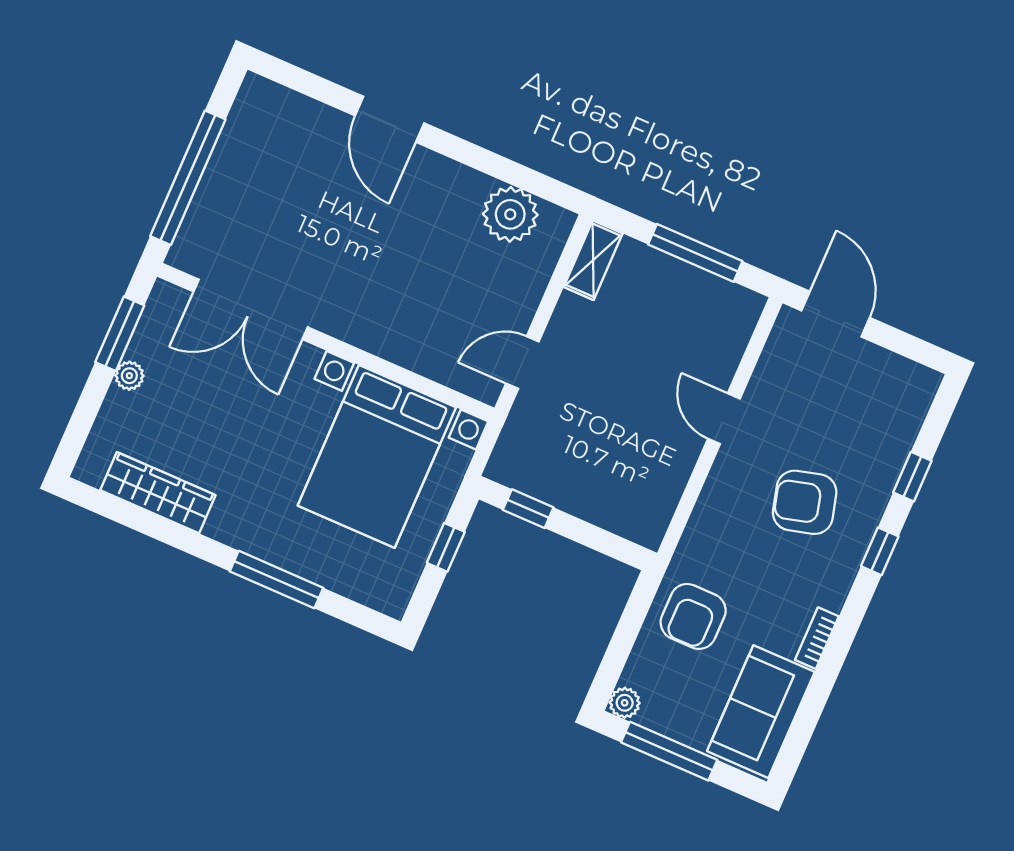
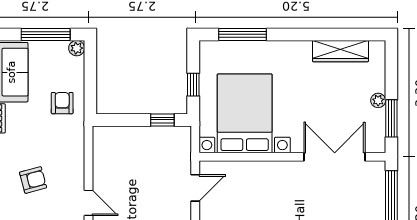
armchair: (805, 502) -> (33, 180), width x0.72, depth x0.72
window: (276, 580) -> (243, 34), moved
armchair: (693, 616) -> (62, 103), width x0.72, depth x0.72

